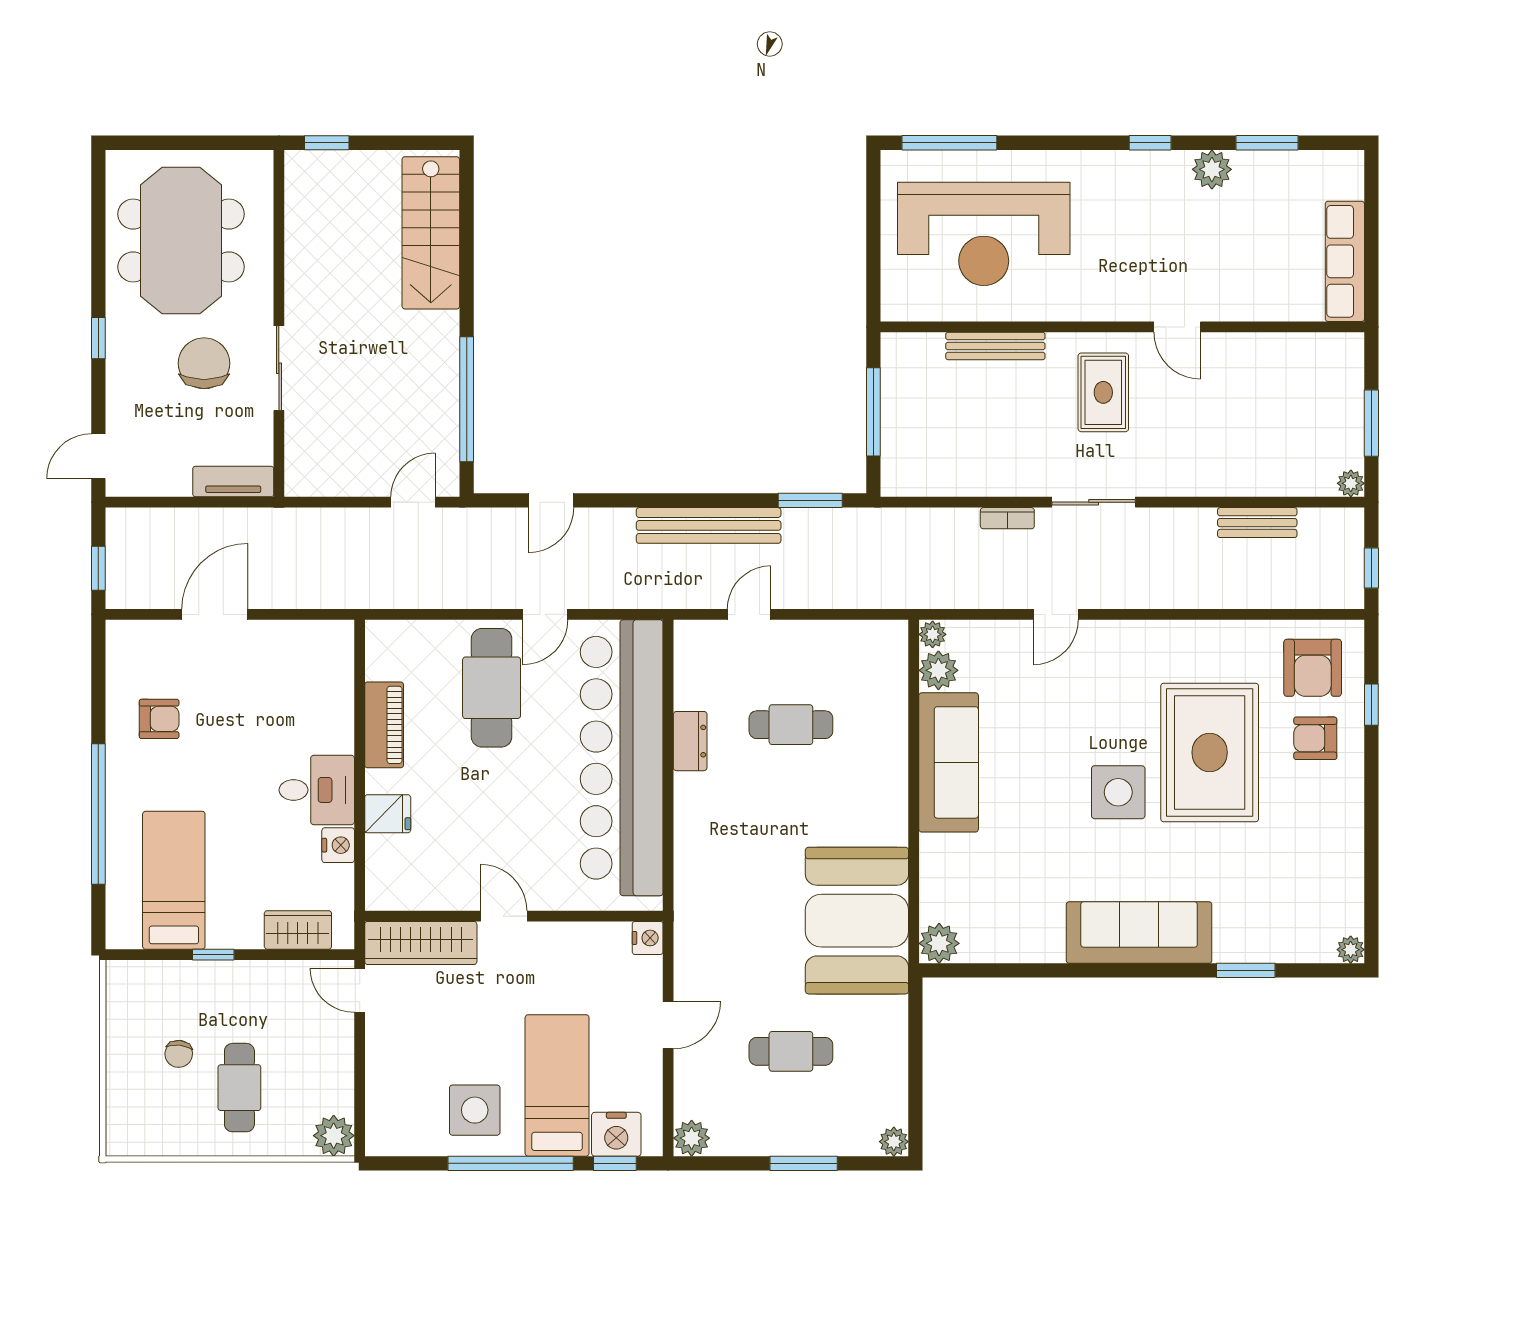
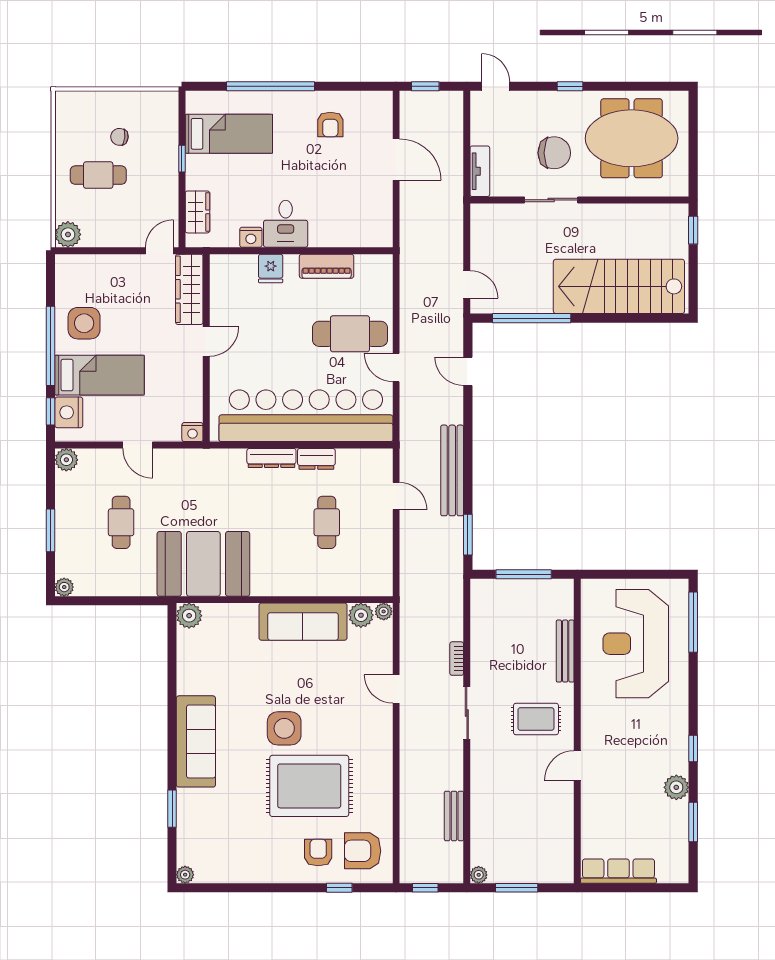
stairs: (431, 233) -> (619, 286), width x1.36, depth x1.51
dresser: (689, 812) -> (271, 458), added

